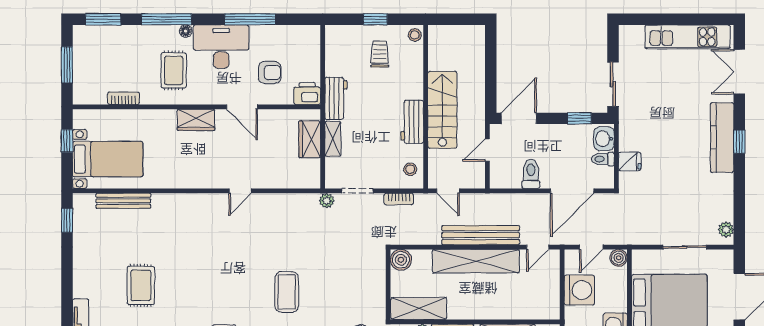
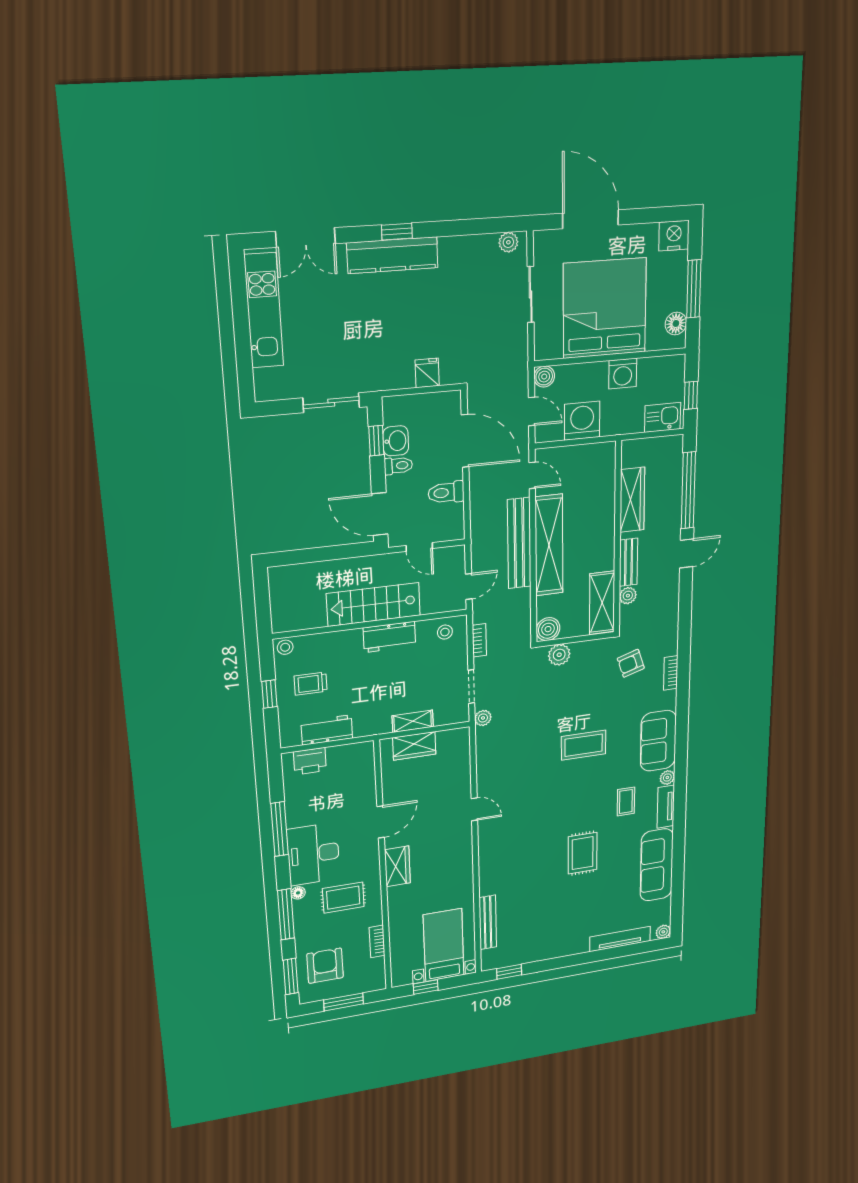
armchair: (270, 72) -> (325, 966), moved, width x1.38, depth x1.38
printer: (307, 94) -> (310, 761), moved, turned -90
workbench: (336, 98) -> (327, 730), moved
washbasin: (604, 139) -> (396, 441), moved, turned -90
toilet: (603, 159) -> (398, 466), moved, turned -90
plant: (376, 270) -> (559, 655), added
rug: (141, 285) -> (583, 853), moved, turned 90

